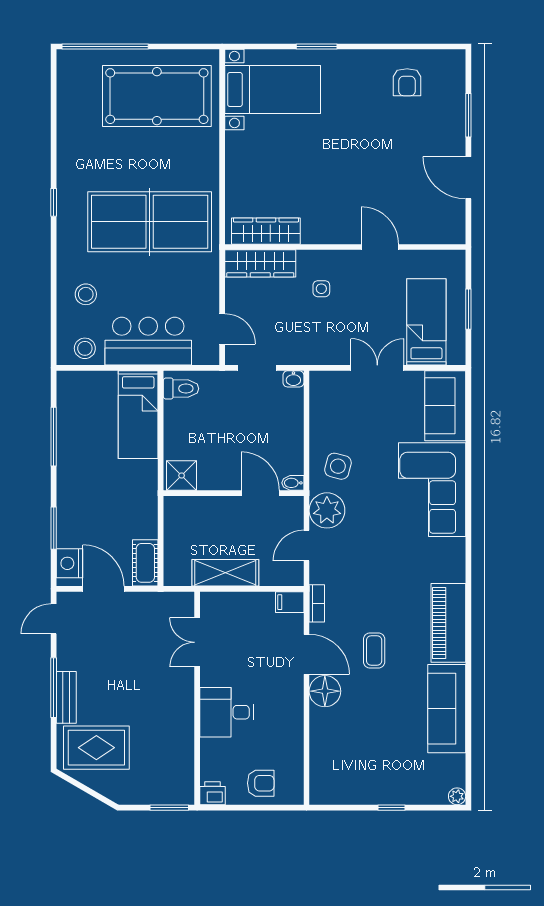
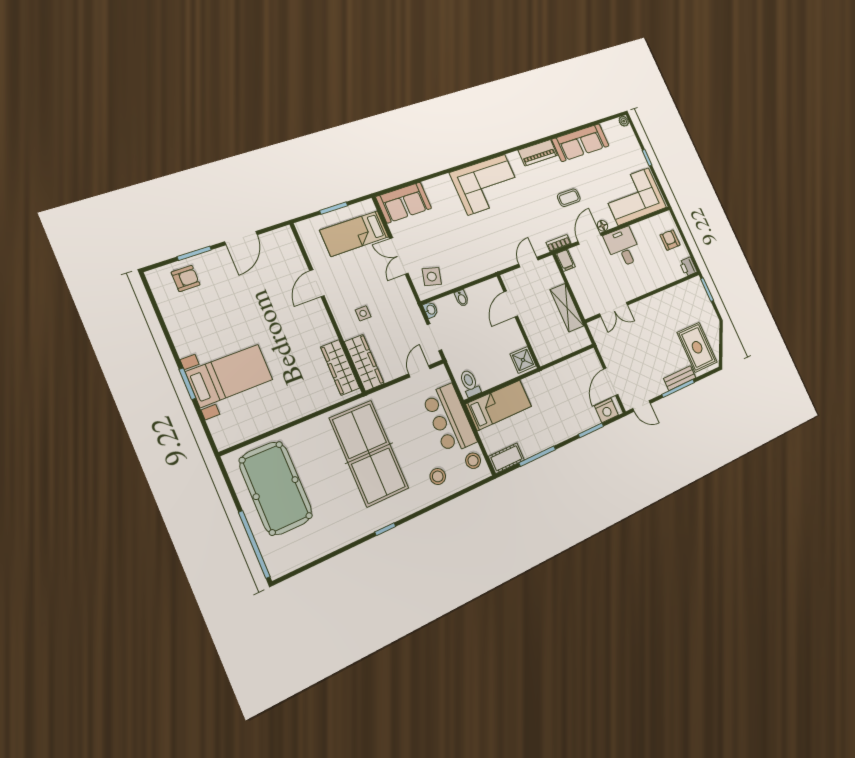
armchair: (407, 82) -> (186, 279), moved
bed with nightstands: (273, 90) -> (229, 376), moved, turned 90
side table: (338, 466) -> (432, 277), moved
bidet: (293, 483) -> (462, 298), moved
corner sofa: (432, 490) -> (487, 185), moved
plant: (327, 510) -> (502, 257), removed
door: (306, 546) -> (528, 262), swing flipped
cot: (145, 563) -> (506, 458), moved
piano: (448, 623) -> (538, 153), width x0.73, depth x0.75
floor lamp: (325, 691) -> (602, 226), width x0.53, depth x0.53
desk: (227, 712) -> (623, 247), moved, turned 180
corner sofa: (343, 756) -> (634, 196), added

